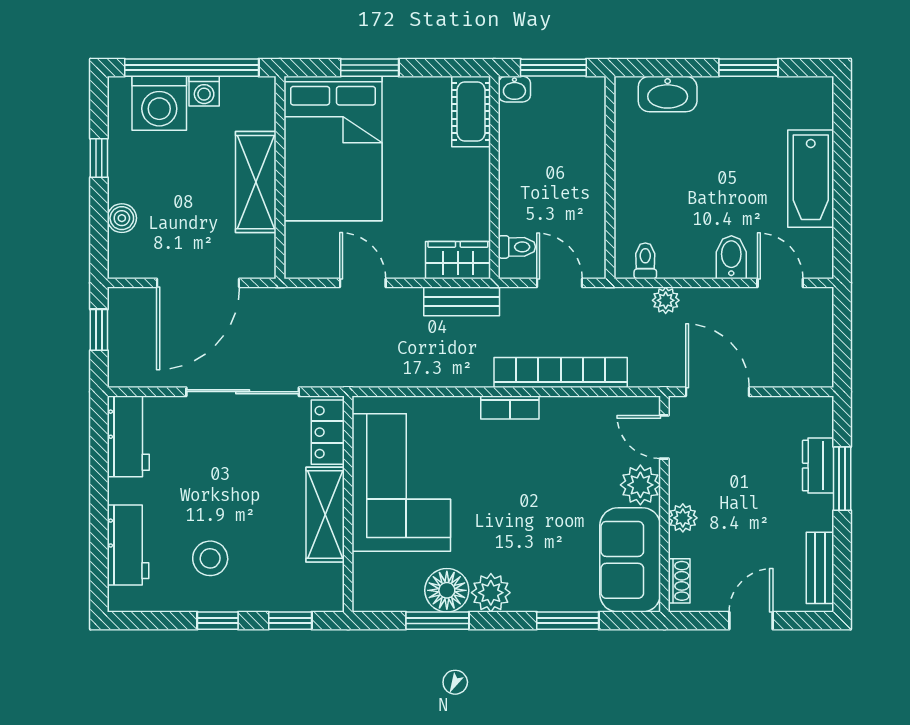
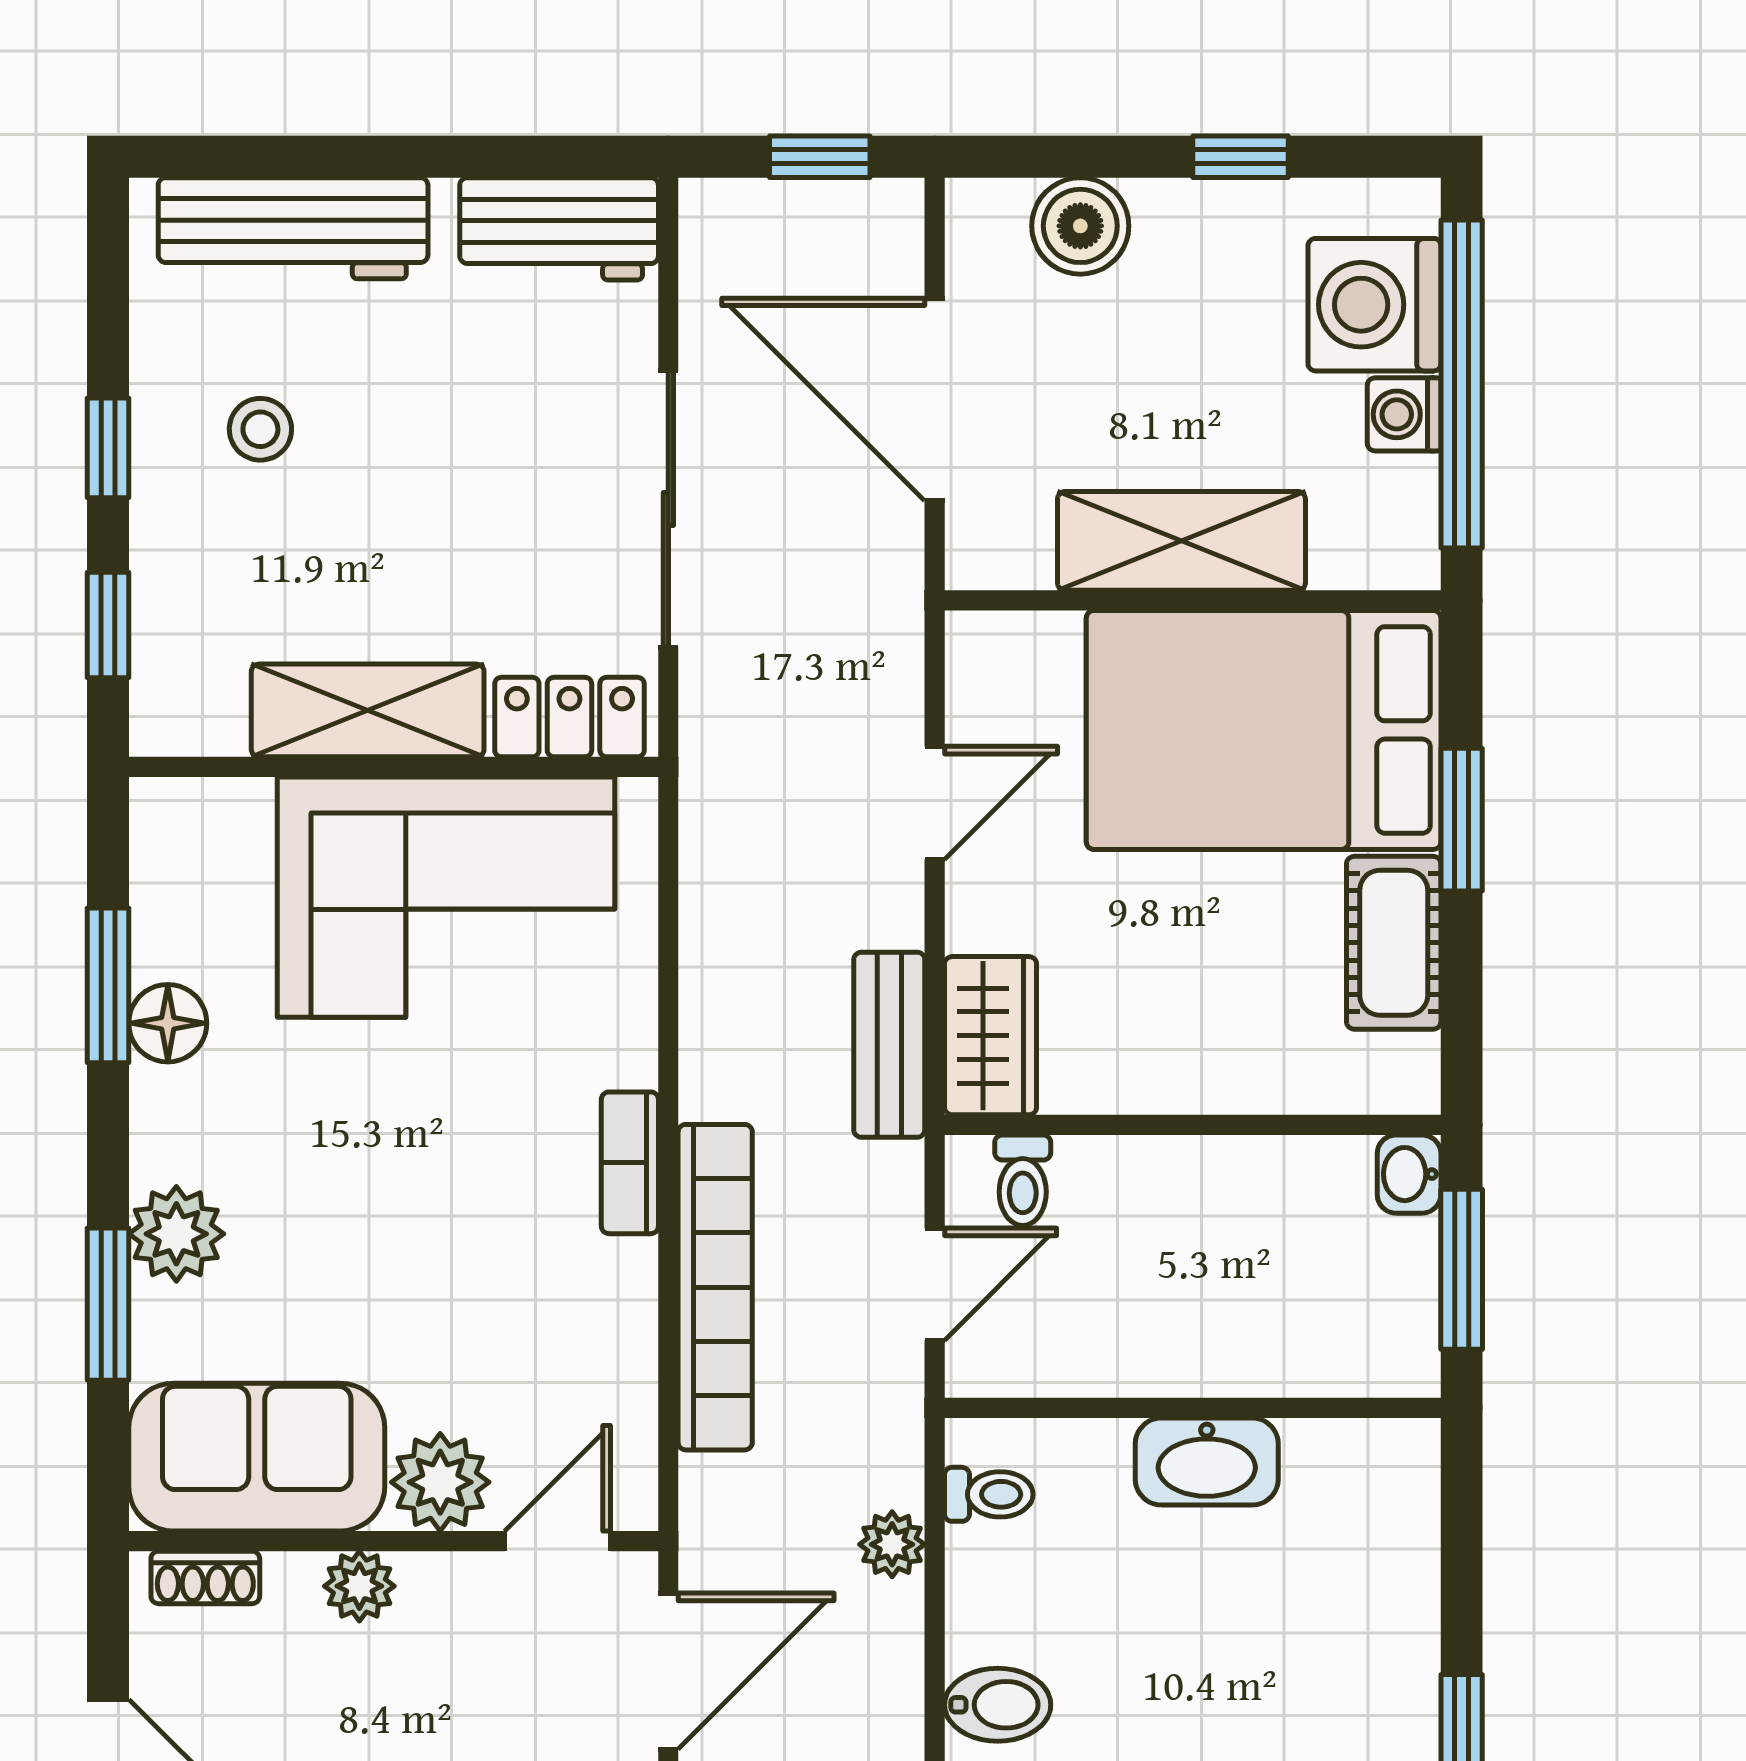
washbasin: (668, 94) -> (1207, 1462), moved, turned -90
cot: (471, 111) -> (1394, 943), moved, turned 90
boiler: (122, 218) -> (1080, 226), width x1.36, depth x1.36
workbench: (128, 545) -> (293, 228), width x1.38
stool: (210, 558) -> (260, 429), width x0.73, depth x0.73
floor lamp: (447, 590) -> (168, 1023), width x0.73, depth x0.73
plant: (491, 593) -> (176, 1234), moved

